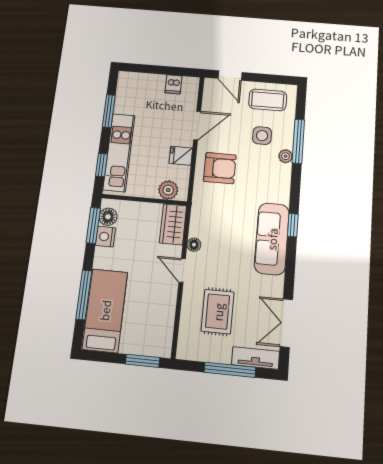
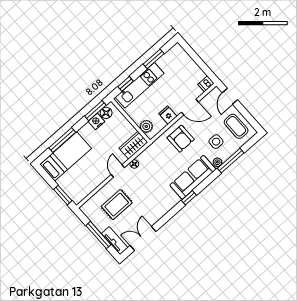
dishwasher: (173, 84) -> (206, 84), moved
sofa: (272, 239) -> (193, 177), moved

